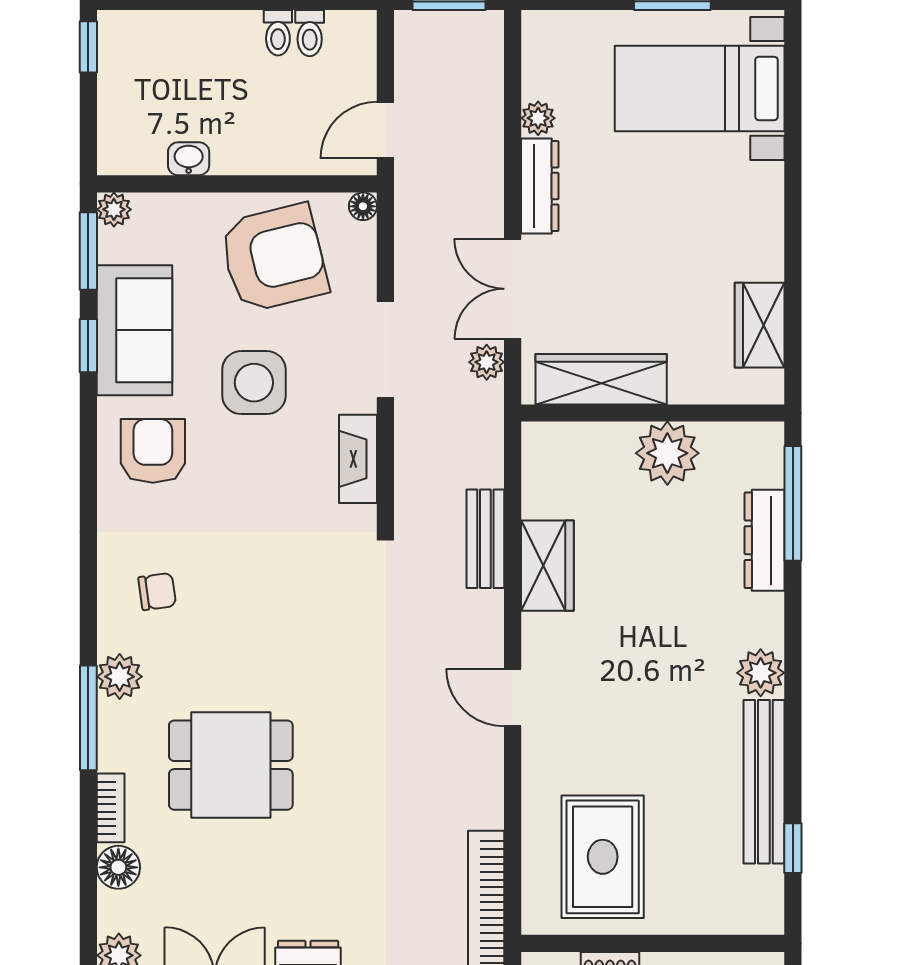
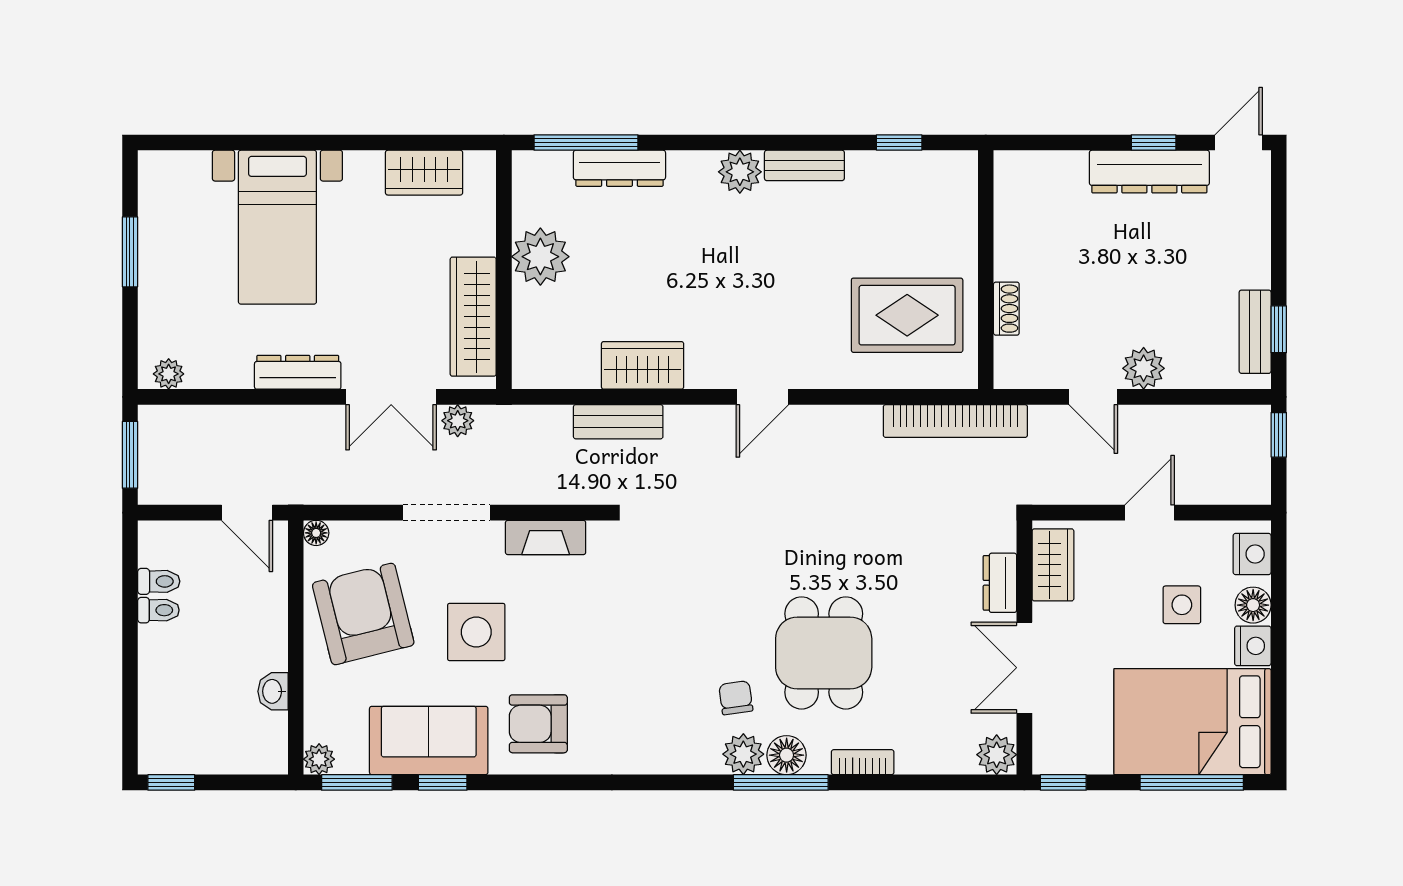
bed with nightstands: (700, 88) -> (277, 227), moved
plant: (538, 118) -> (169, 374), moved
chair: (157, 591) -> (736, 698), moved
bench: (764, 782) -> (804, 165), width x0.54, depth x0.82
floor lamp: (118, 867) -> (787, 755), moved

